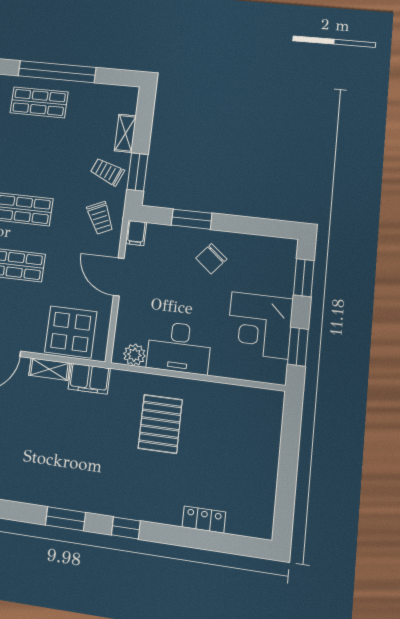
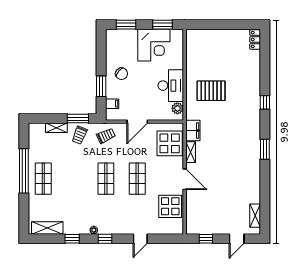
filing cabinet: (136, 233) -> (112, 104), moved
window: (66, 519) -> (265, 149), moved
locker: (204, 520) -> (255, 40), moved

